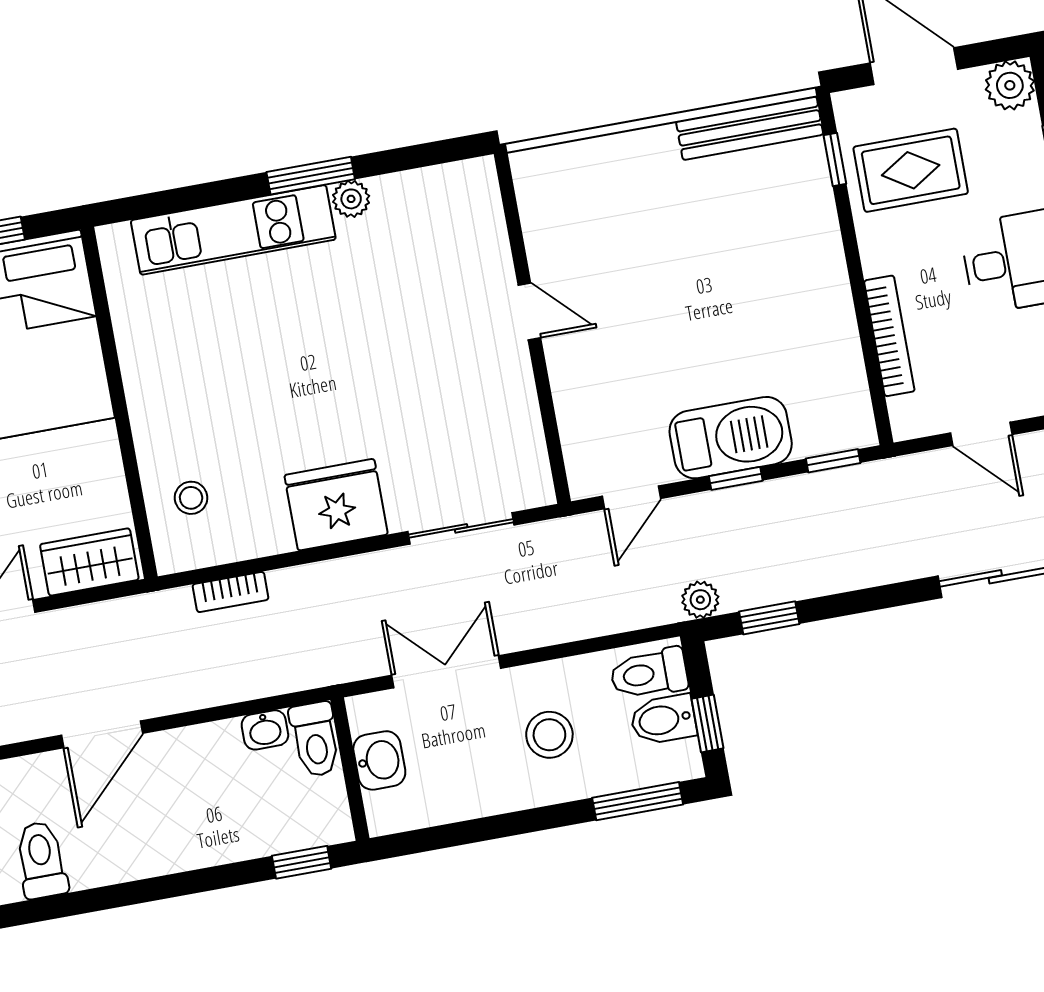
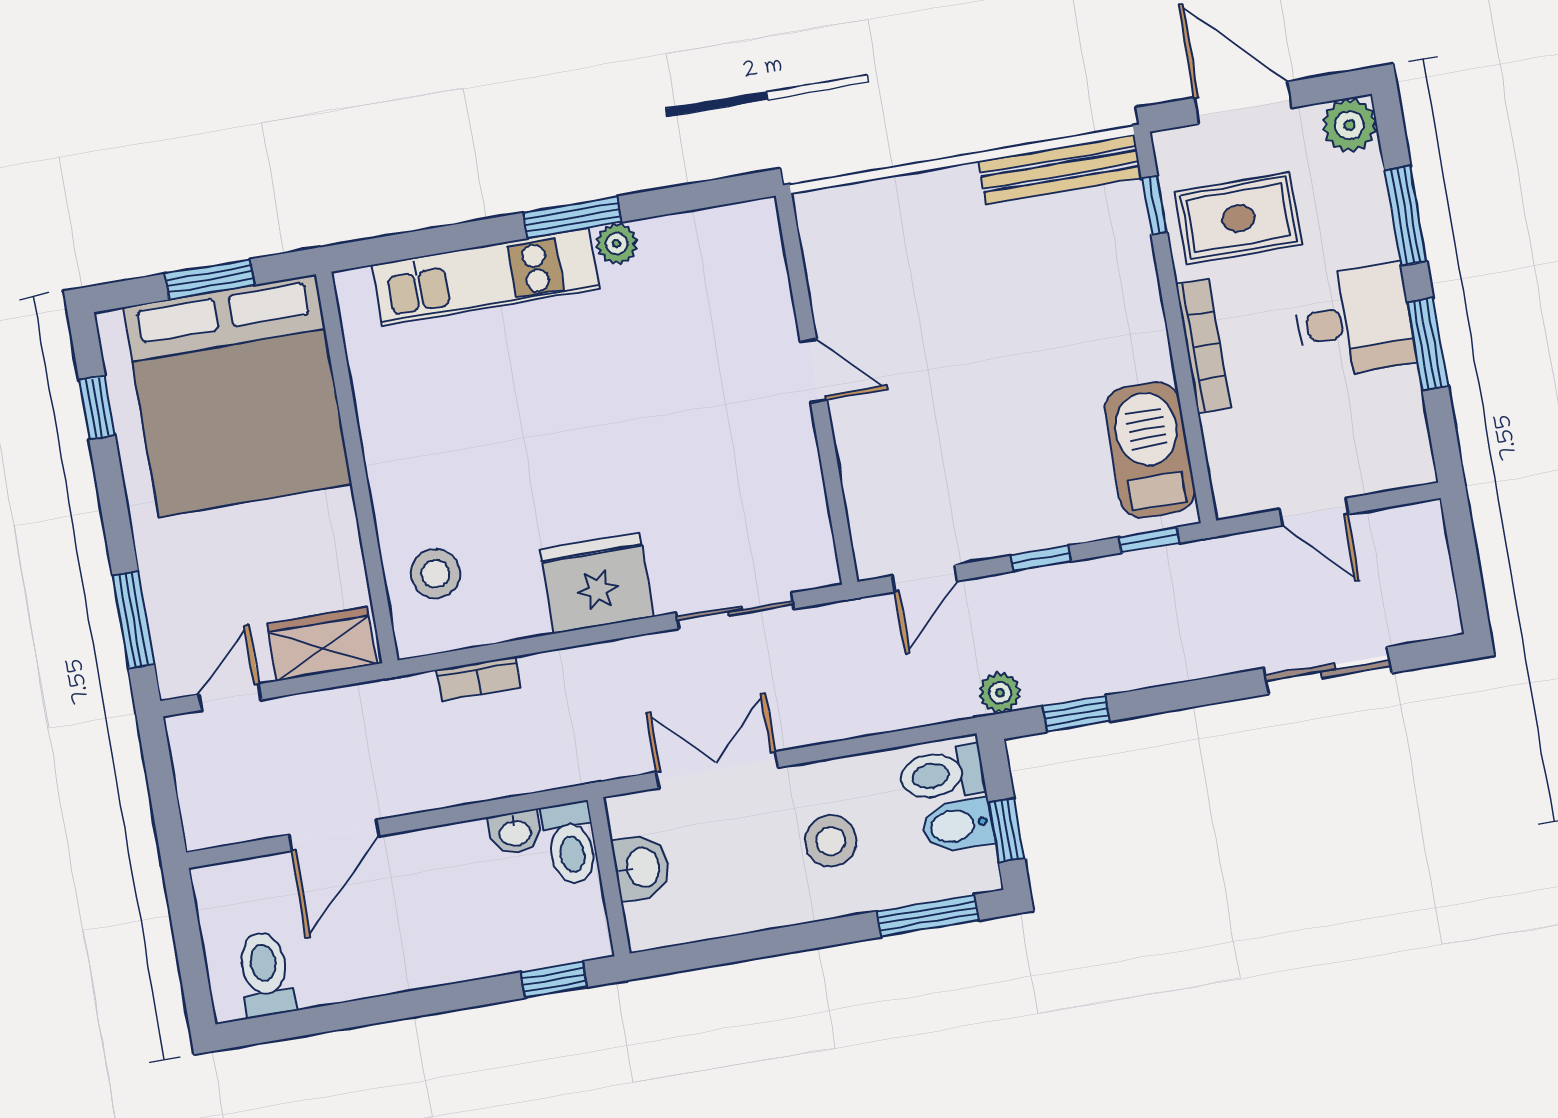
bookcase: (889, 336) -> (1203, 346), moved
barbecue: (731, 438) -> (1150, 450), moved, turned -90
stool: (191, 498) -> (436, 574), width x1.37, depth x1.37

